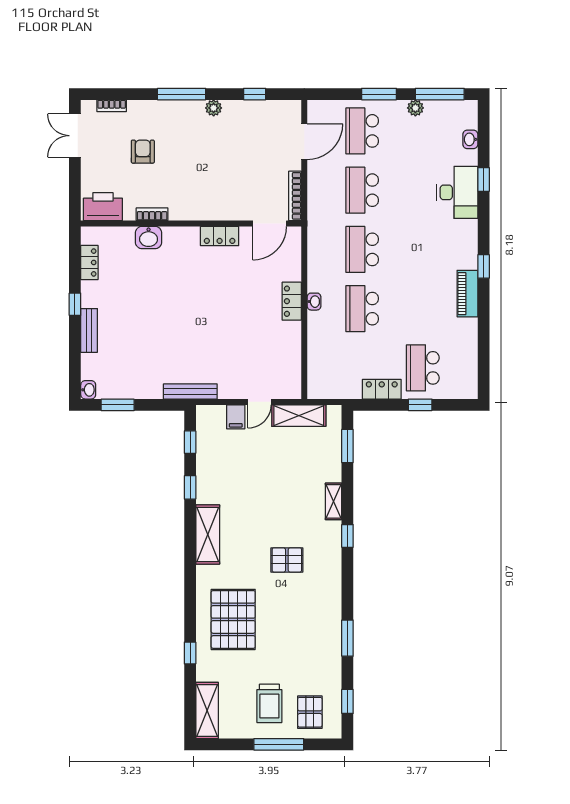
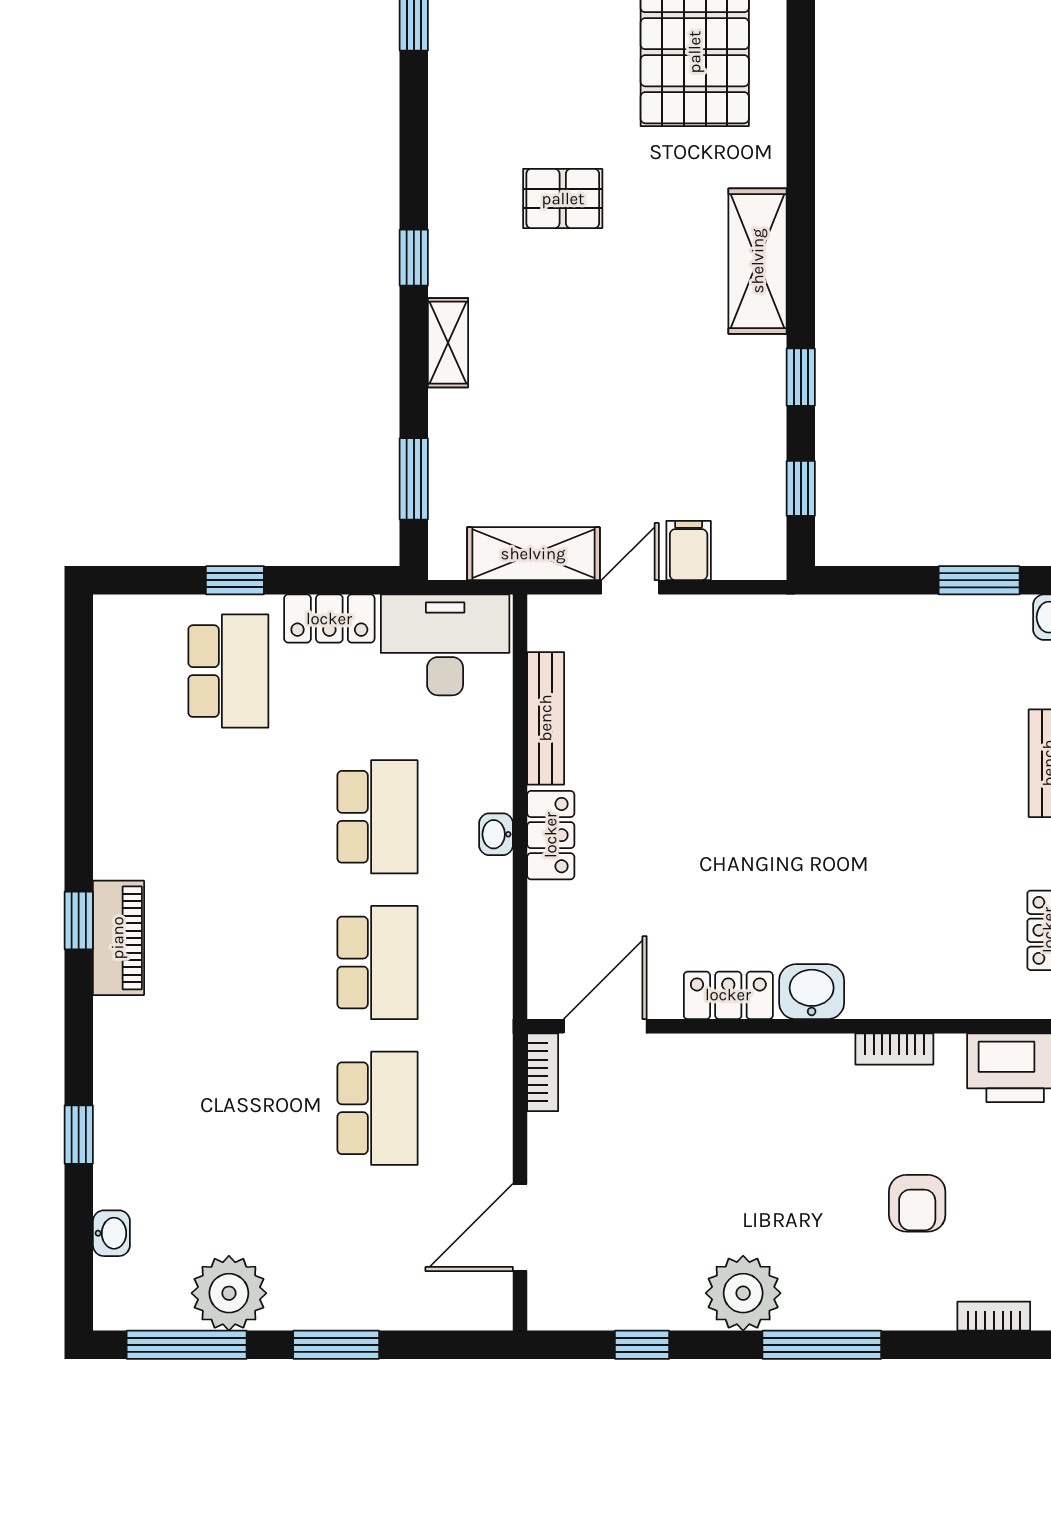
plant: (214, 108) -> (743, 1293), width x1.87, depth x1.87
plant: (415, 108) -> (229, 1293), width x1.88, depth x1.88
school desk: (362, 131) -> (377, 1254), removed
desk: (457, 192) -> (445, 645), moved, turned 90
bookcase: (295, 196) -> (543, 1072), width x0.64
washbasin: (149, 238) -> (812, 992), moved
piano: (467, 294) -> (118, 938), moved
bench: (190, 391) -> (546, 718), moved, turned 90

